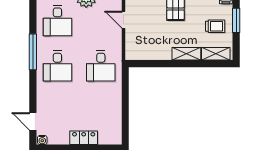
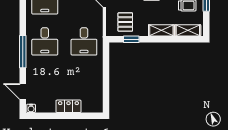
pallet: (147, 44) -> (125, 22), added
window: (33, 52) -> (23, 52), moved
window: (153, 64) -> (131, 39), added

